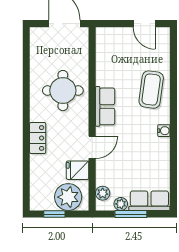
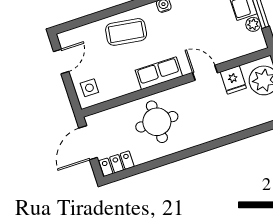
side table: (113, 41) -> (89, 88), added
locker: (38, 138) -> (117, 164), moved
plant: (103, 193) -> (248, 47), removed

